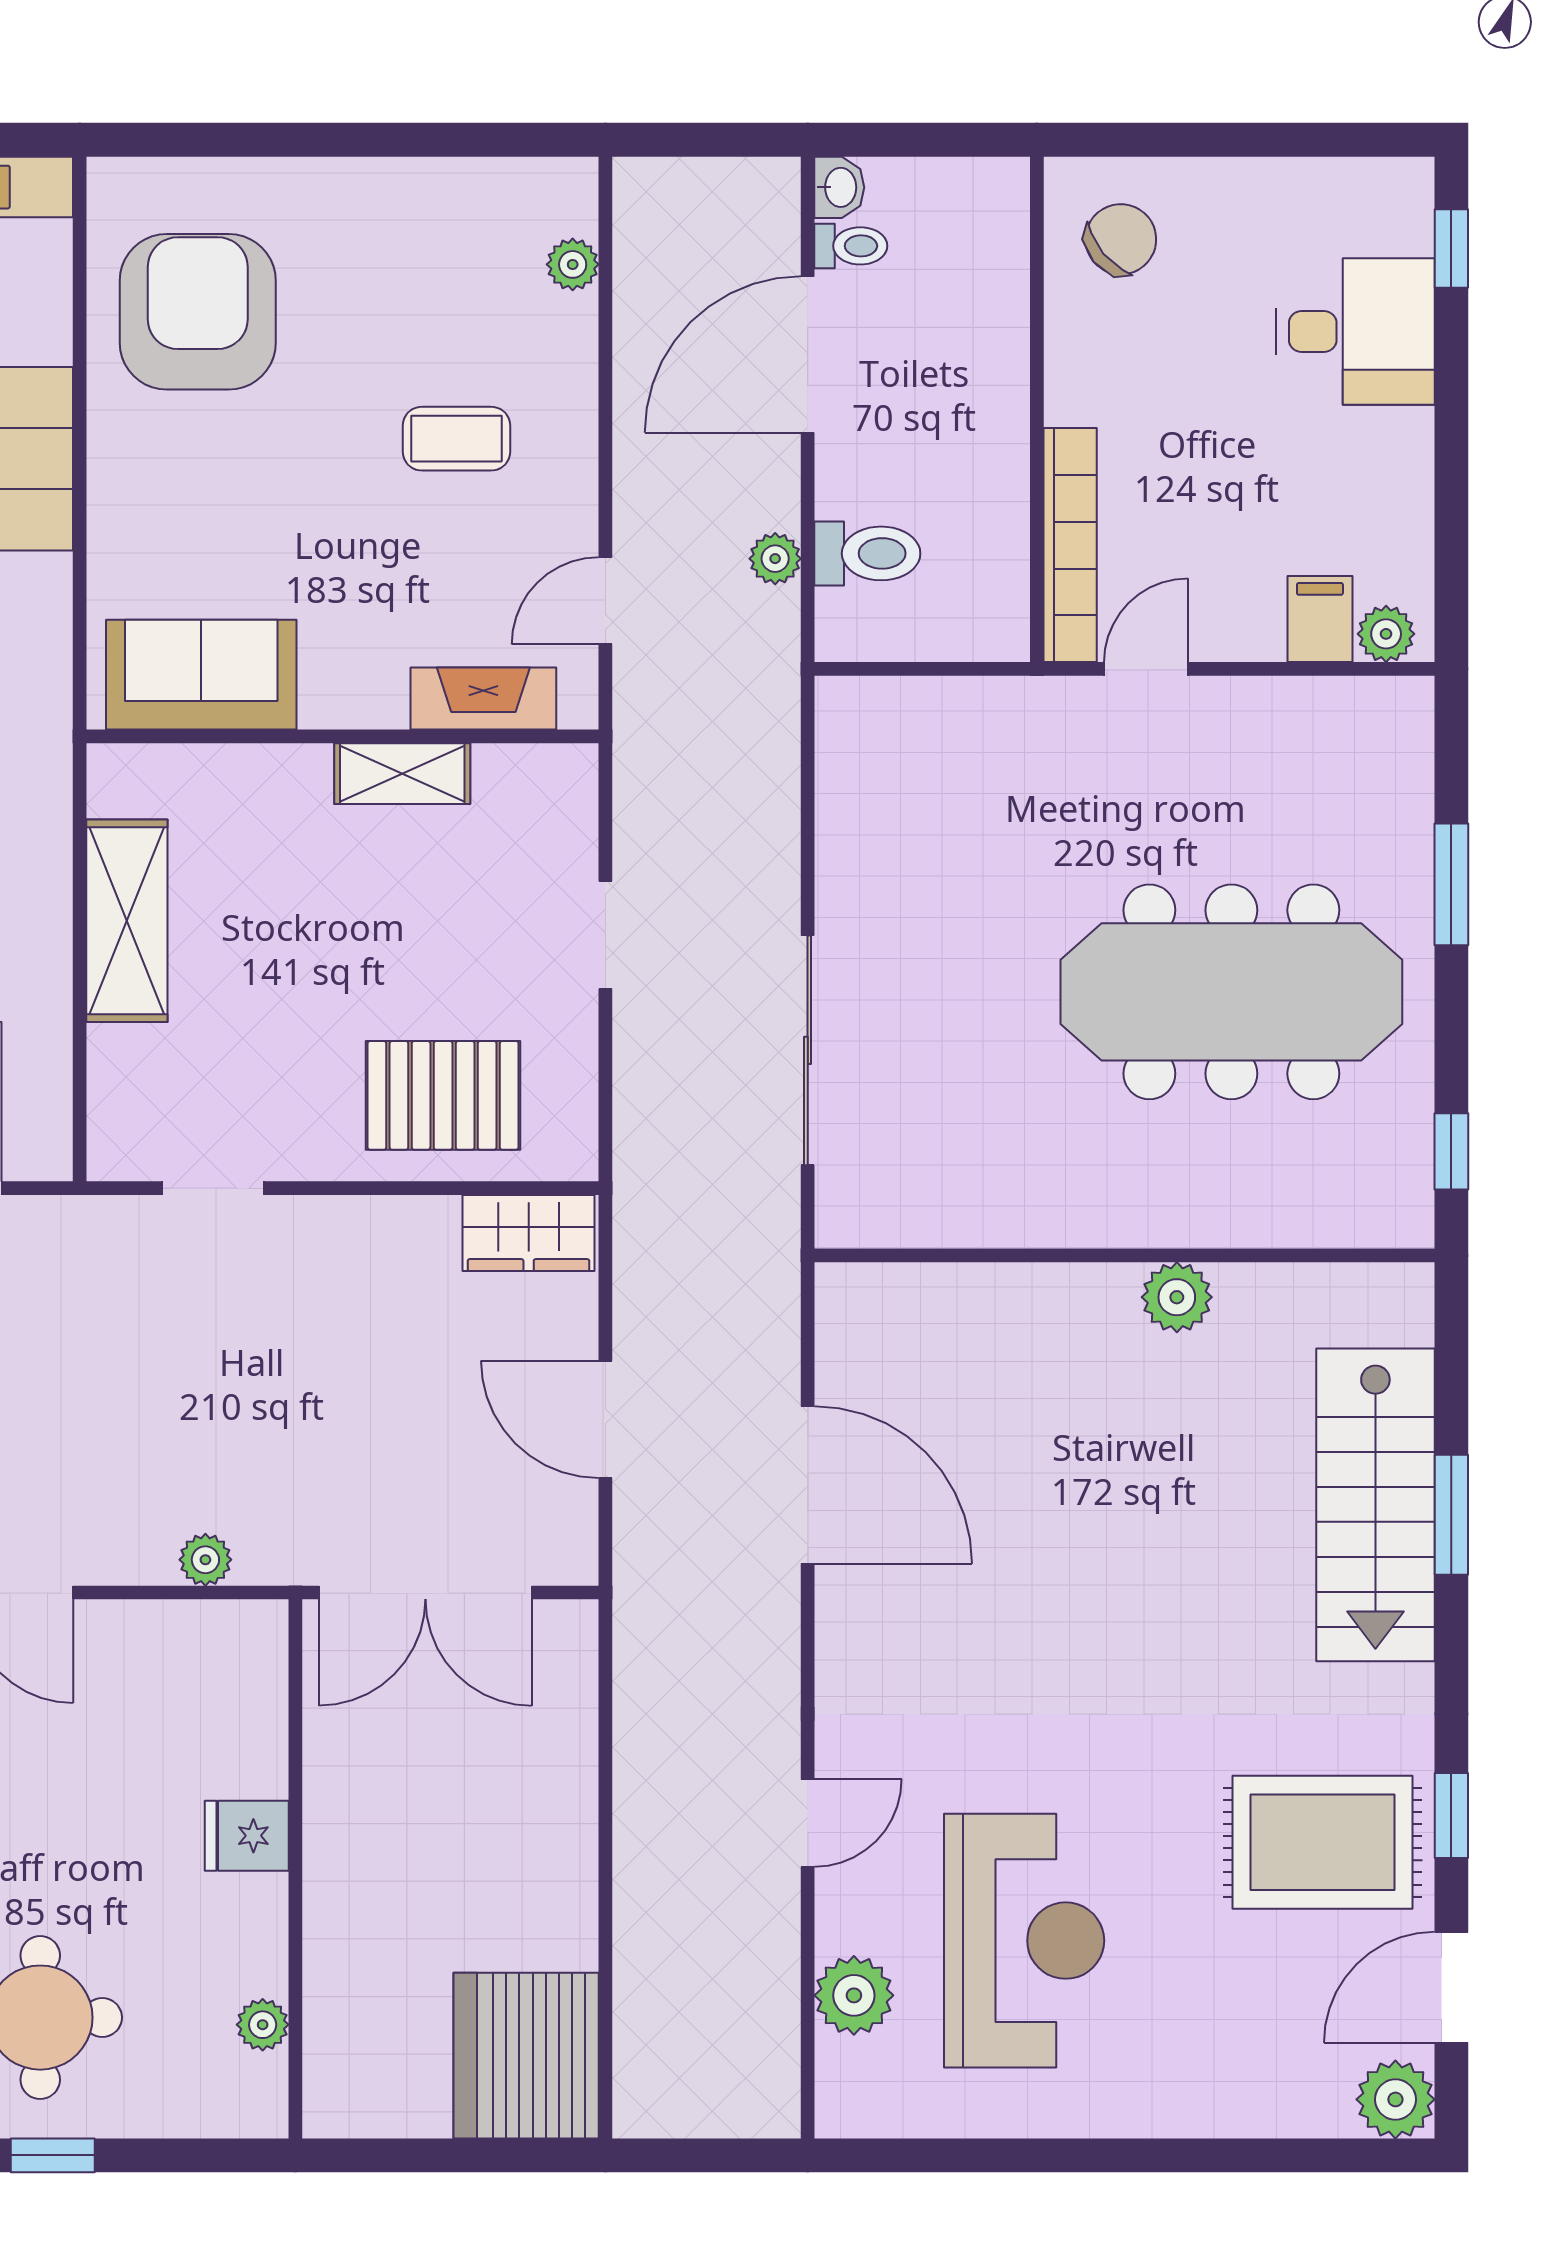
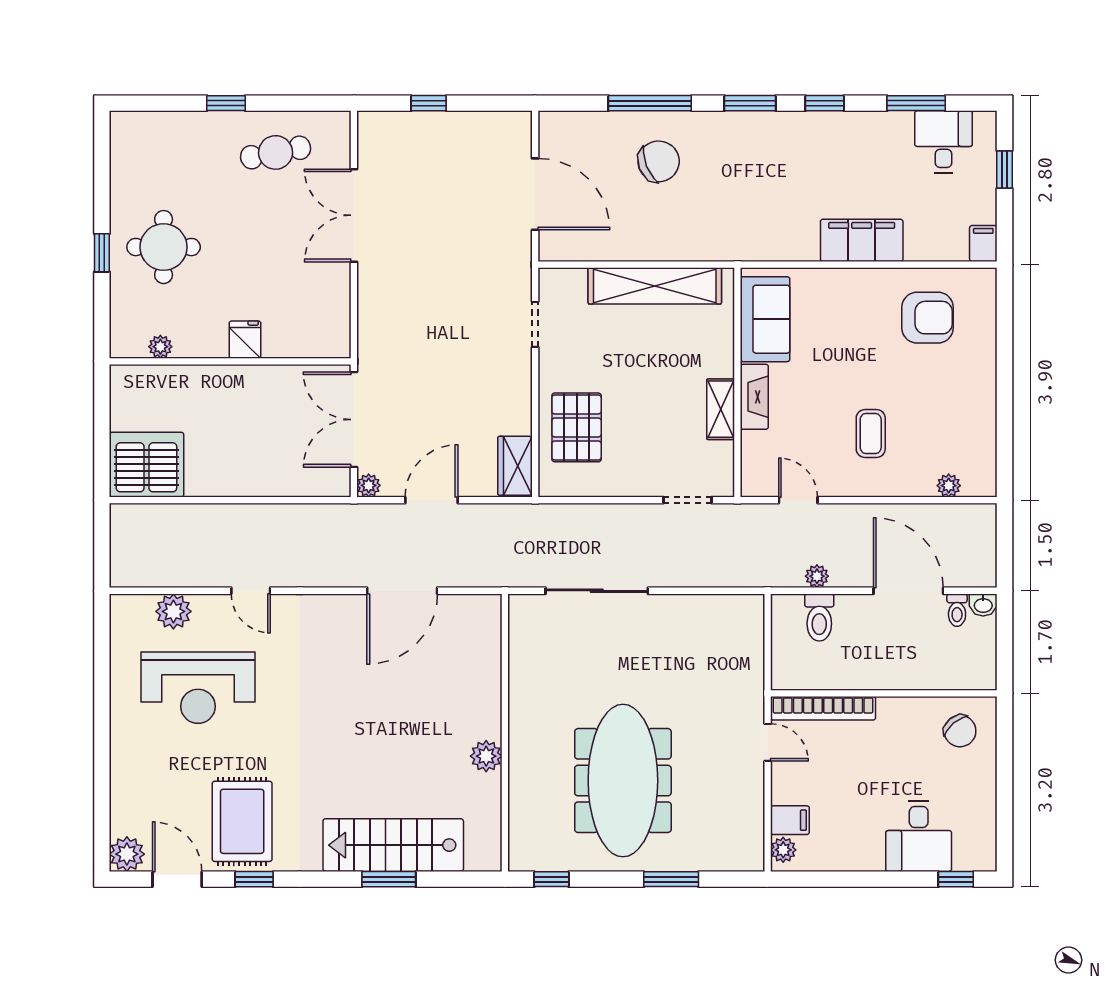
armchair: (198, 312) -> (927, 318), width x0.73, depth x0.73
fireplace: (483, 699) -> (754, 397), moved
shelving: (127, 921) -> (655, 286), width x1.47
doorway: (605, 935) -> (688, 500), moved
plant: (205, 1560) -> (369, 485), moved

